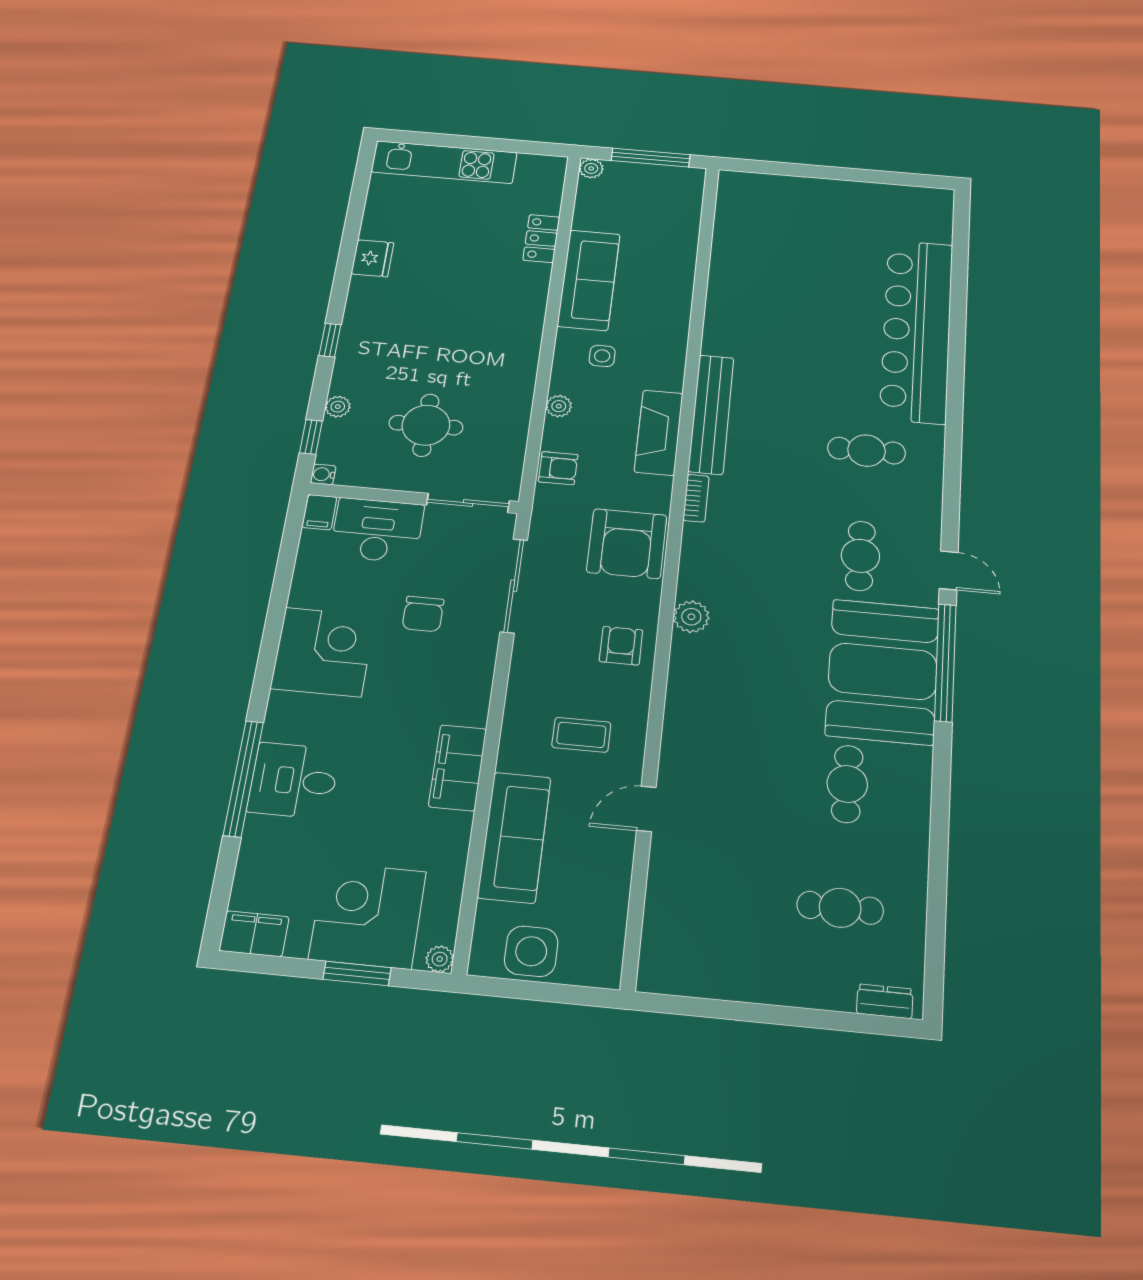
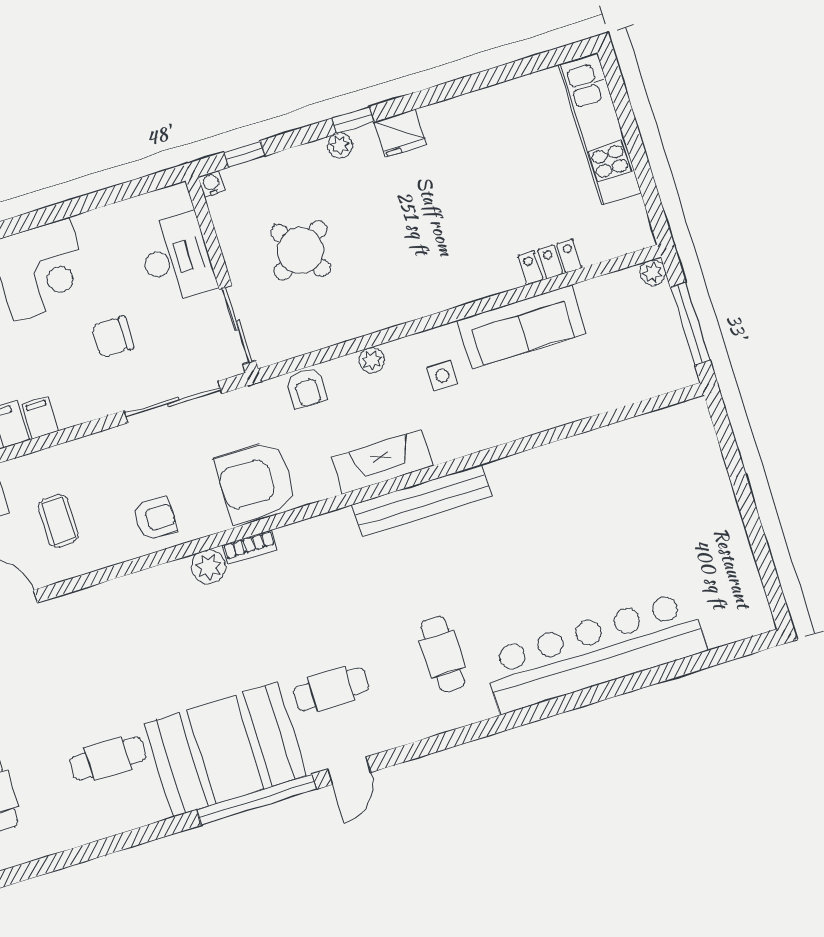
fridge: (372, 258) -> (400, 133), moved
plant: (338, 407) -> (340, 145), moved
round table: (426, 425) -> (301, 250), turned -33
bookcase: (696, 498) -> (250, 547), moved
filing cabinet: (320, 512) -> (40, 418), moved, turned 90

